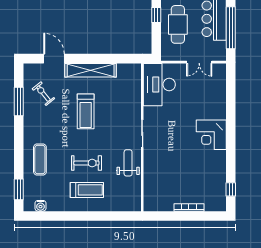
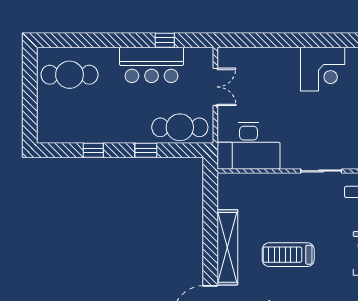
cafe table: (178, 24) -> (180, 127), moved
window: (231, 28) -> (165, 40), width x0.32
treadmill: (86, 111) -> (288, 255), turned 180

